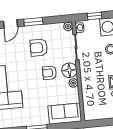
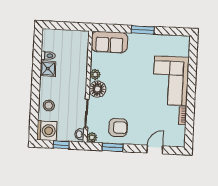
window: (33, 22) -> (113, 147), moved
armchair: (39, 48) -> (118, 128), moved
armchair: (49, 73) -> (120, 89), removed

